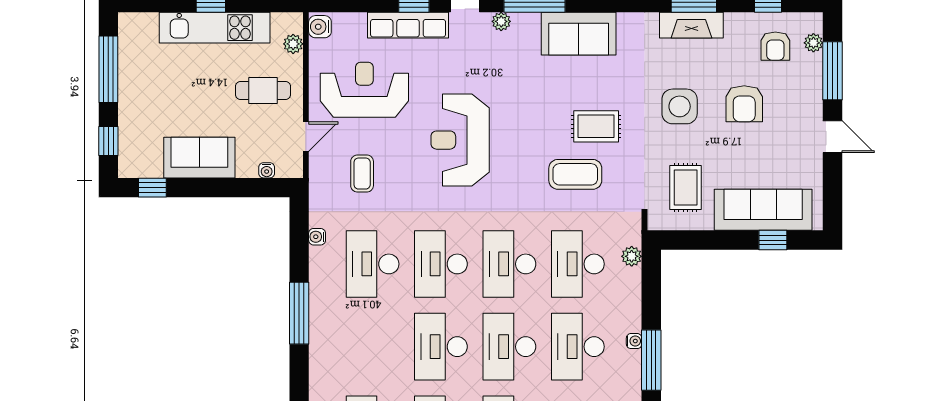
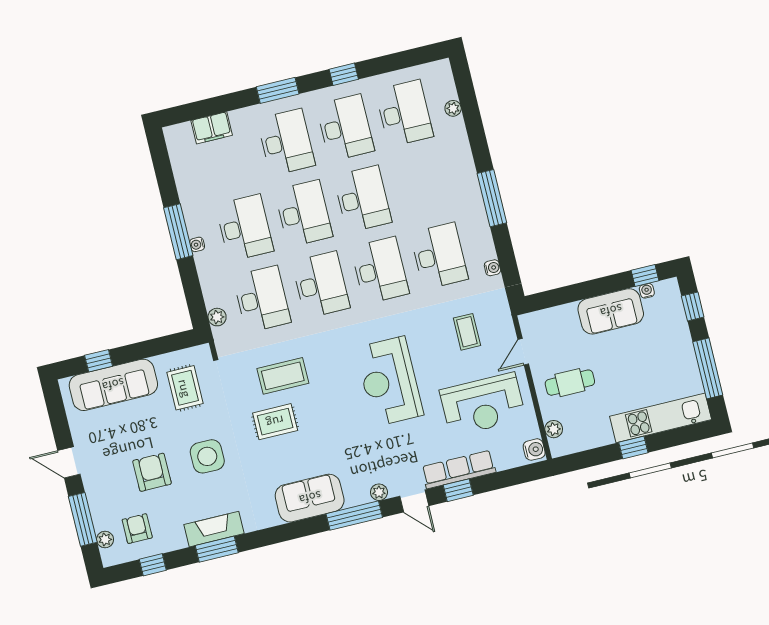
kitchen unit: (215, 28) -> (661, 418), moved
reception desk: (460, 140) -> (389, 381), turned 180
water cooler: (267, 170) -> (647, 291), moved

